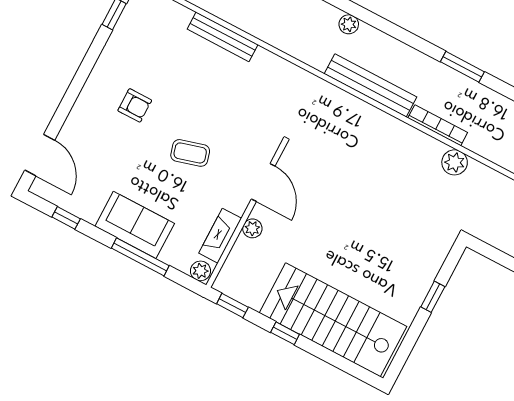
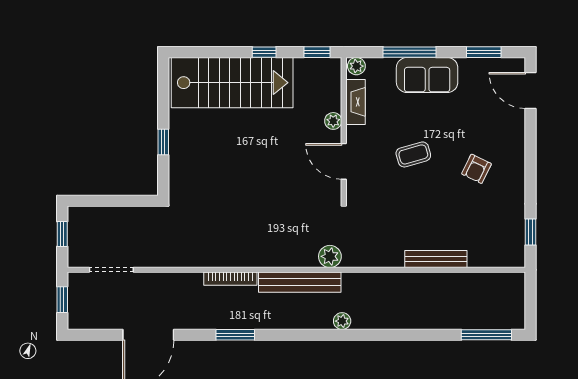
armchair: (135, 105) -> (477, 169), turned -64
plant: (455, 162) -> (330, 256), moved
window: (66, 218) -> (484, 52), width x1.50

